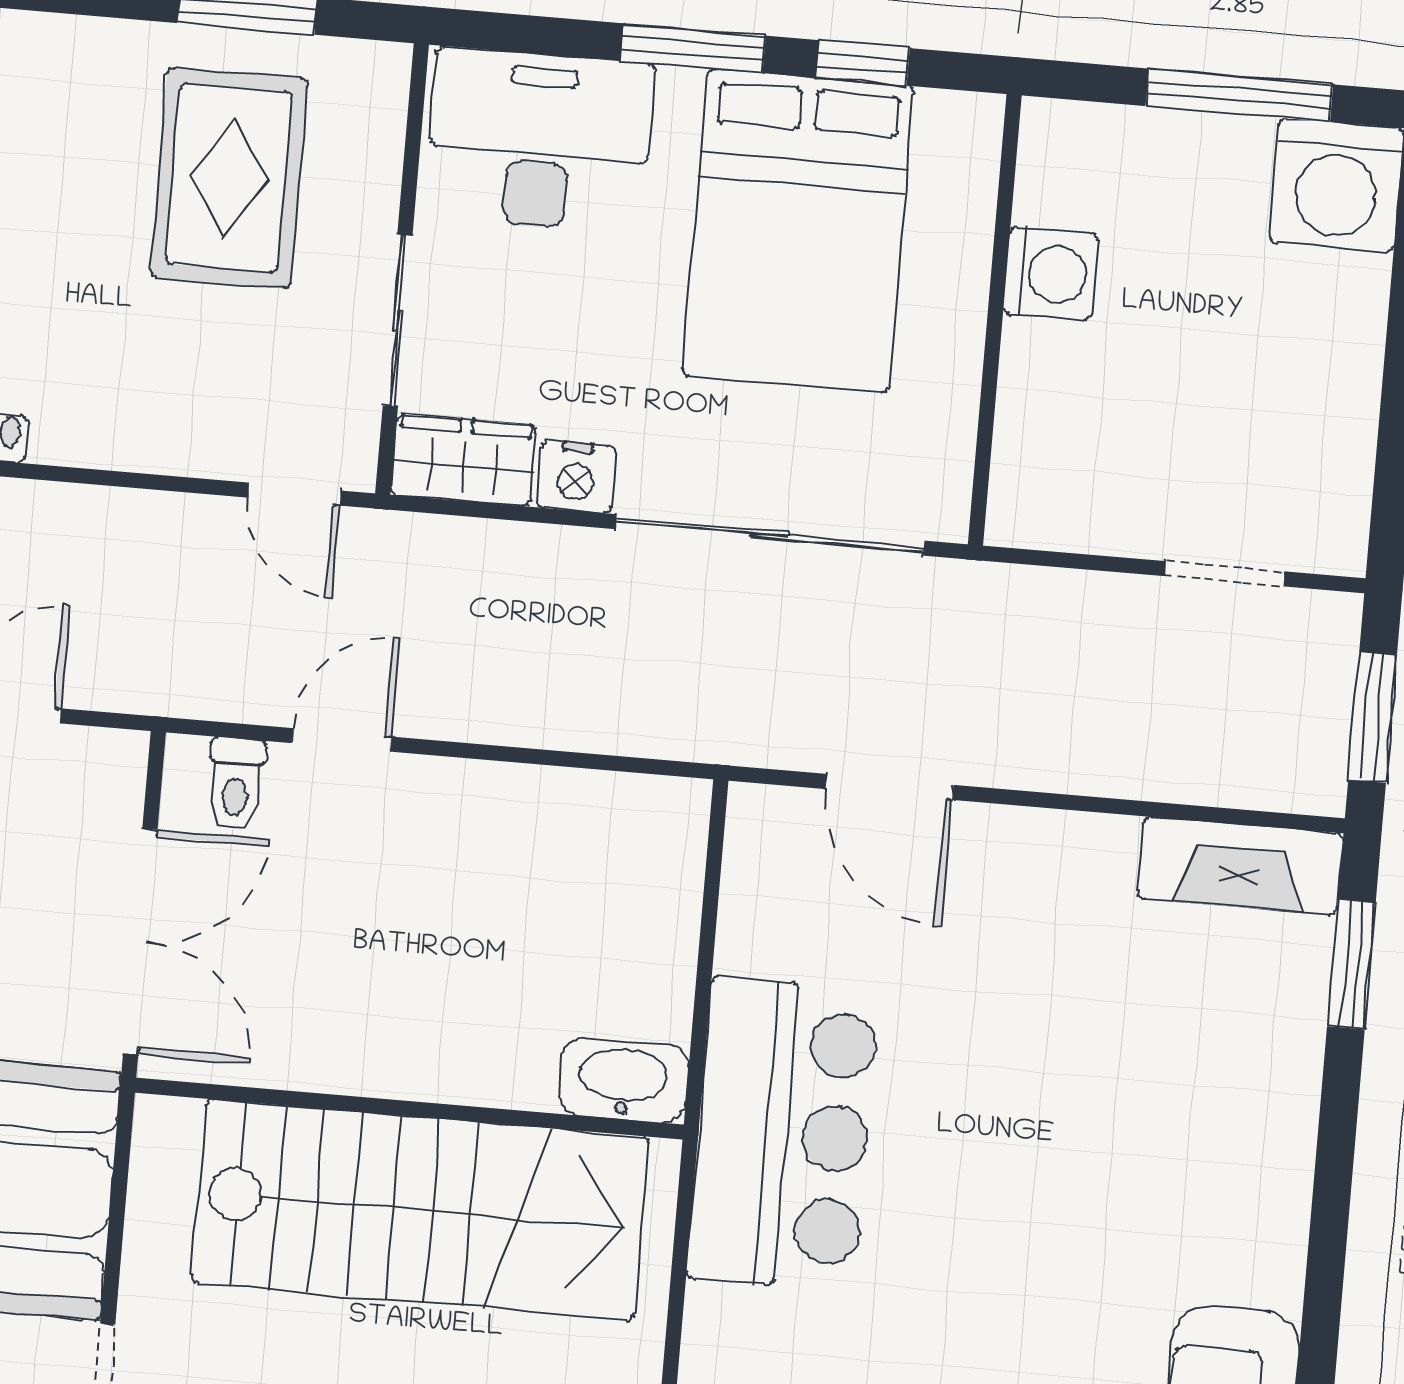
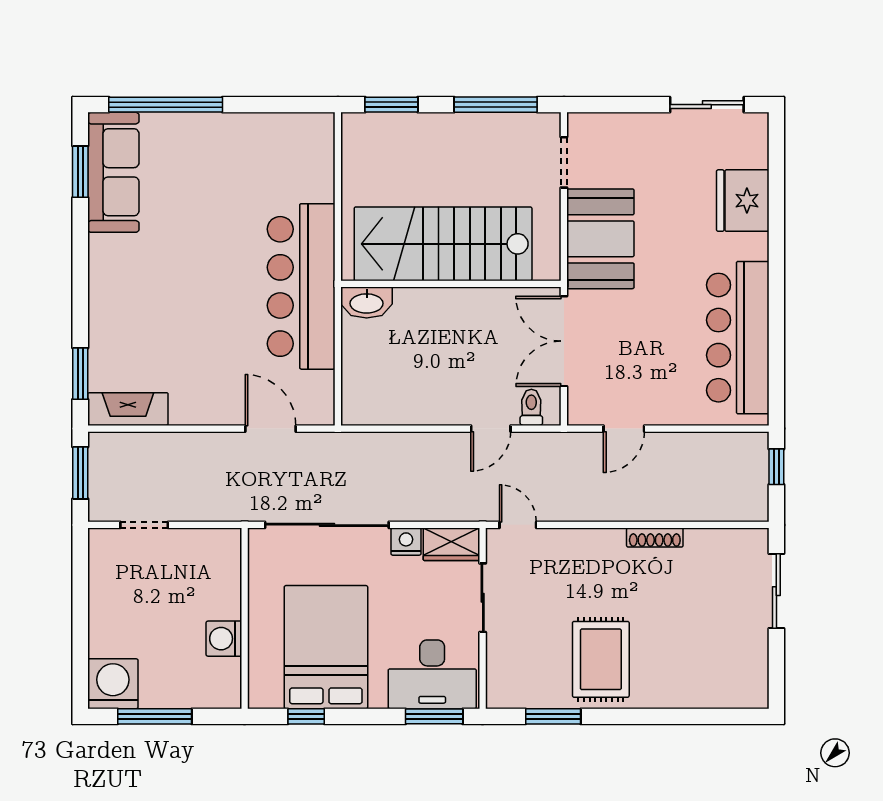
window: (693, 48) -> (434, 716), moved
rug: (229, 178) -> (601, 659), moved
bar counter: (783, 1134) -> (301, 286), width x1.36

